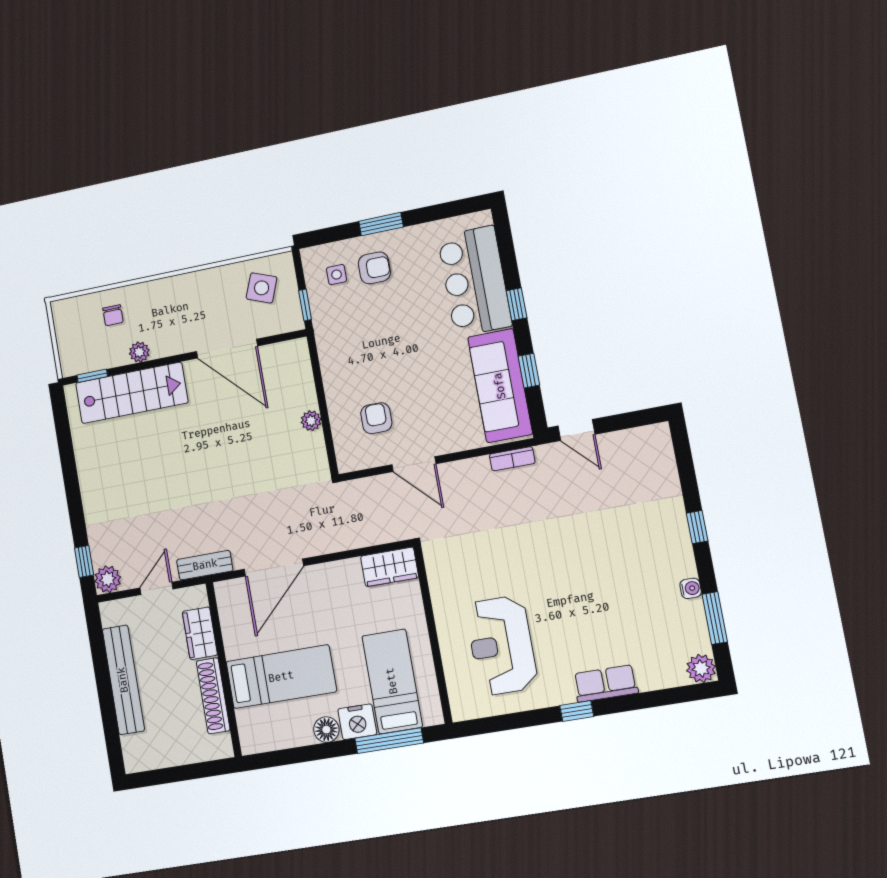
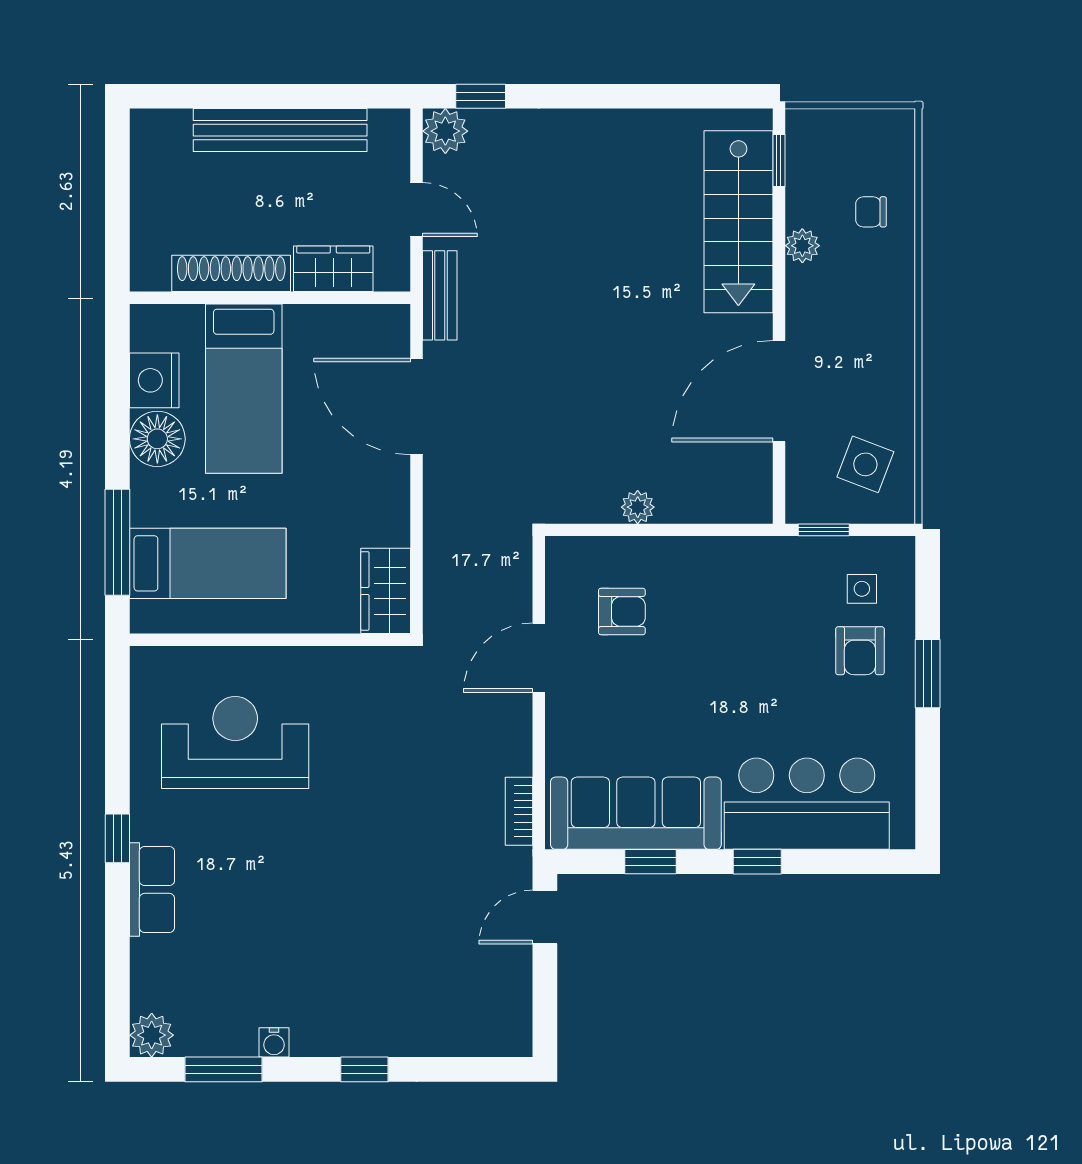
nightstand: (357, 722) -> (154, 380), moved
floor lamp: (326, 730) -> (157, 439), width x1.38, depth x1.38

